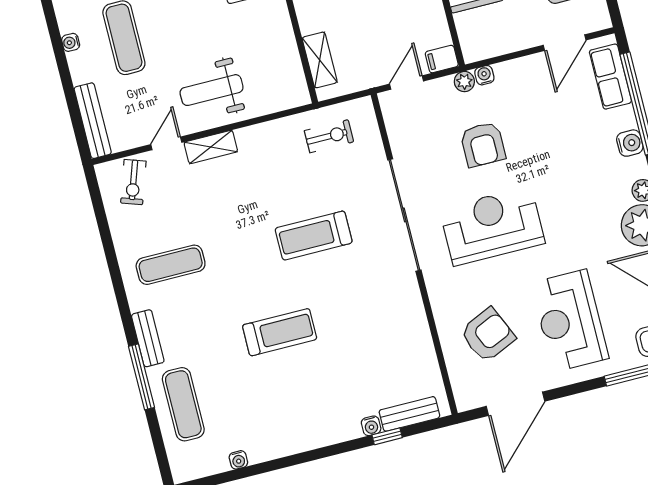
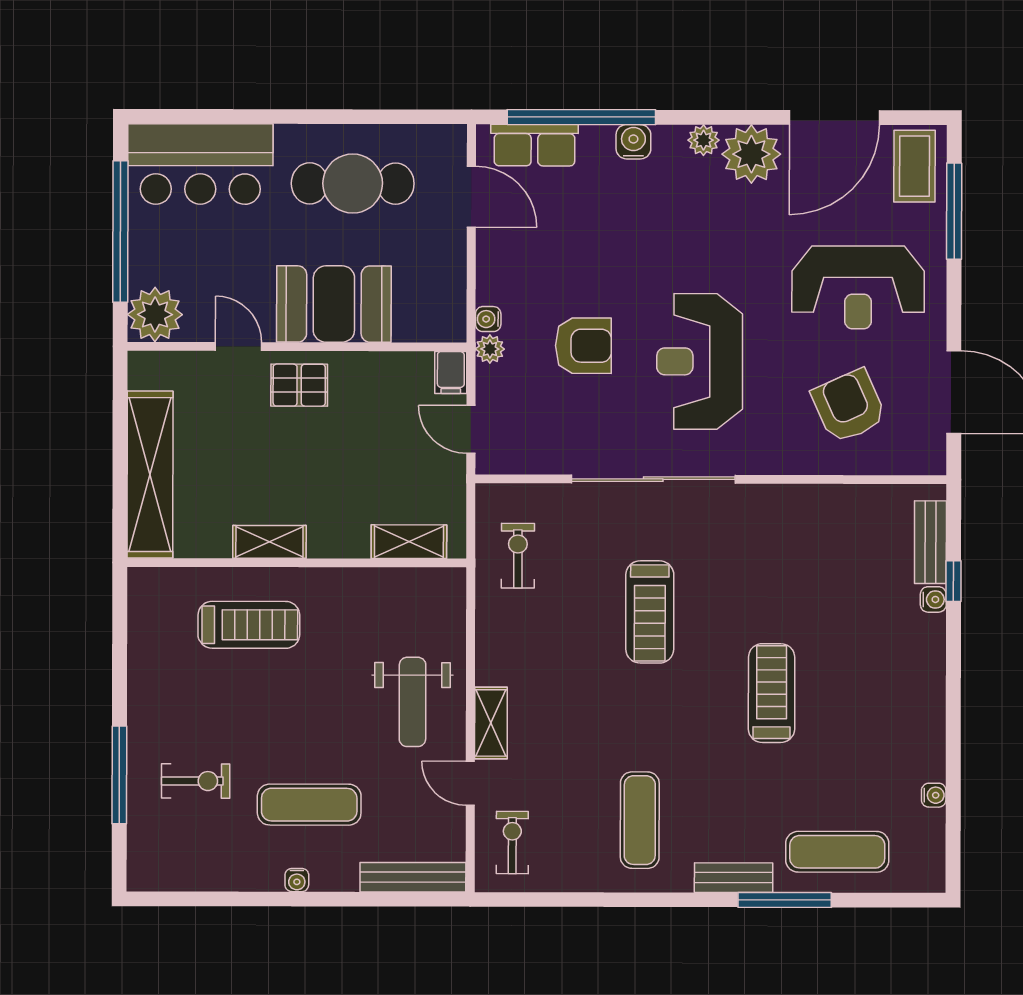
exercise bike: (133, 182) -> (512, 843), turned -109

